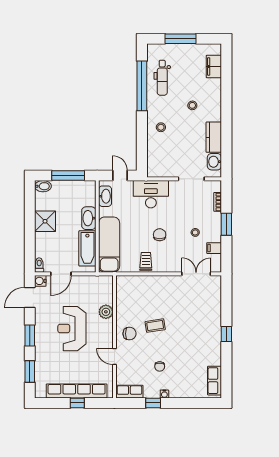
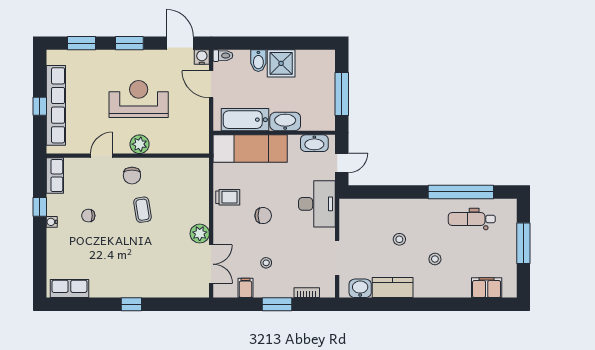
stool: (161, 127) -> (399, 239), moved
bidet: (43, 186) -> (258, 61), moved
plant: (173, 283) -> (200, 234), added
plant: (106, 312) -> (140, 144), moved

